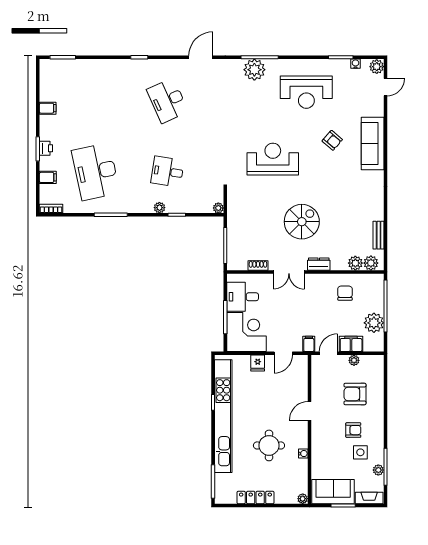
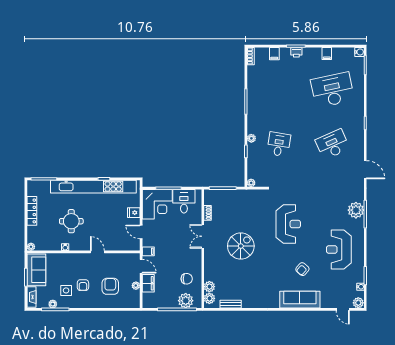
water cooler: (46, 65) -> (359, 52), added
desk: (96, 172) -> (332, 90), moved
spiral stairs: (302, 222) -> (241, 246), turned -90
dresser: (319, 264) -> (209, 259), removed
plant: (374, 323) -> (186, 301), moved

